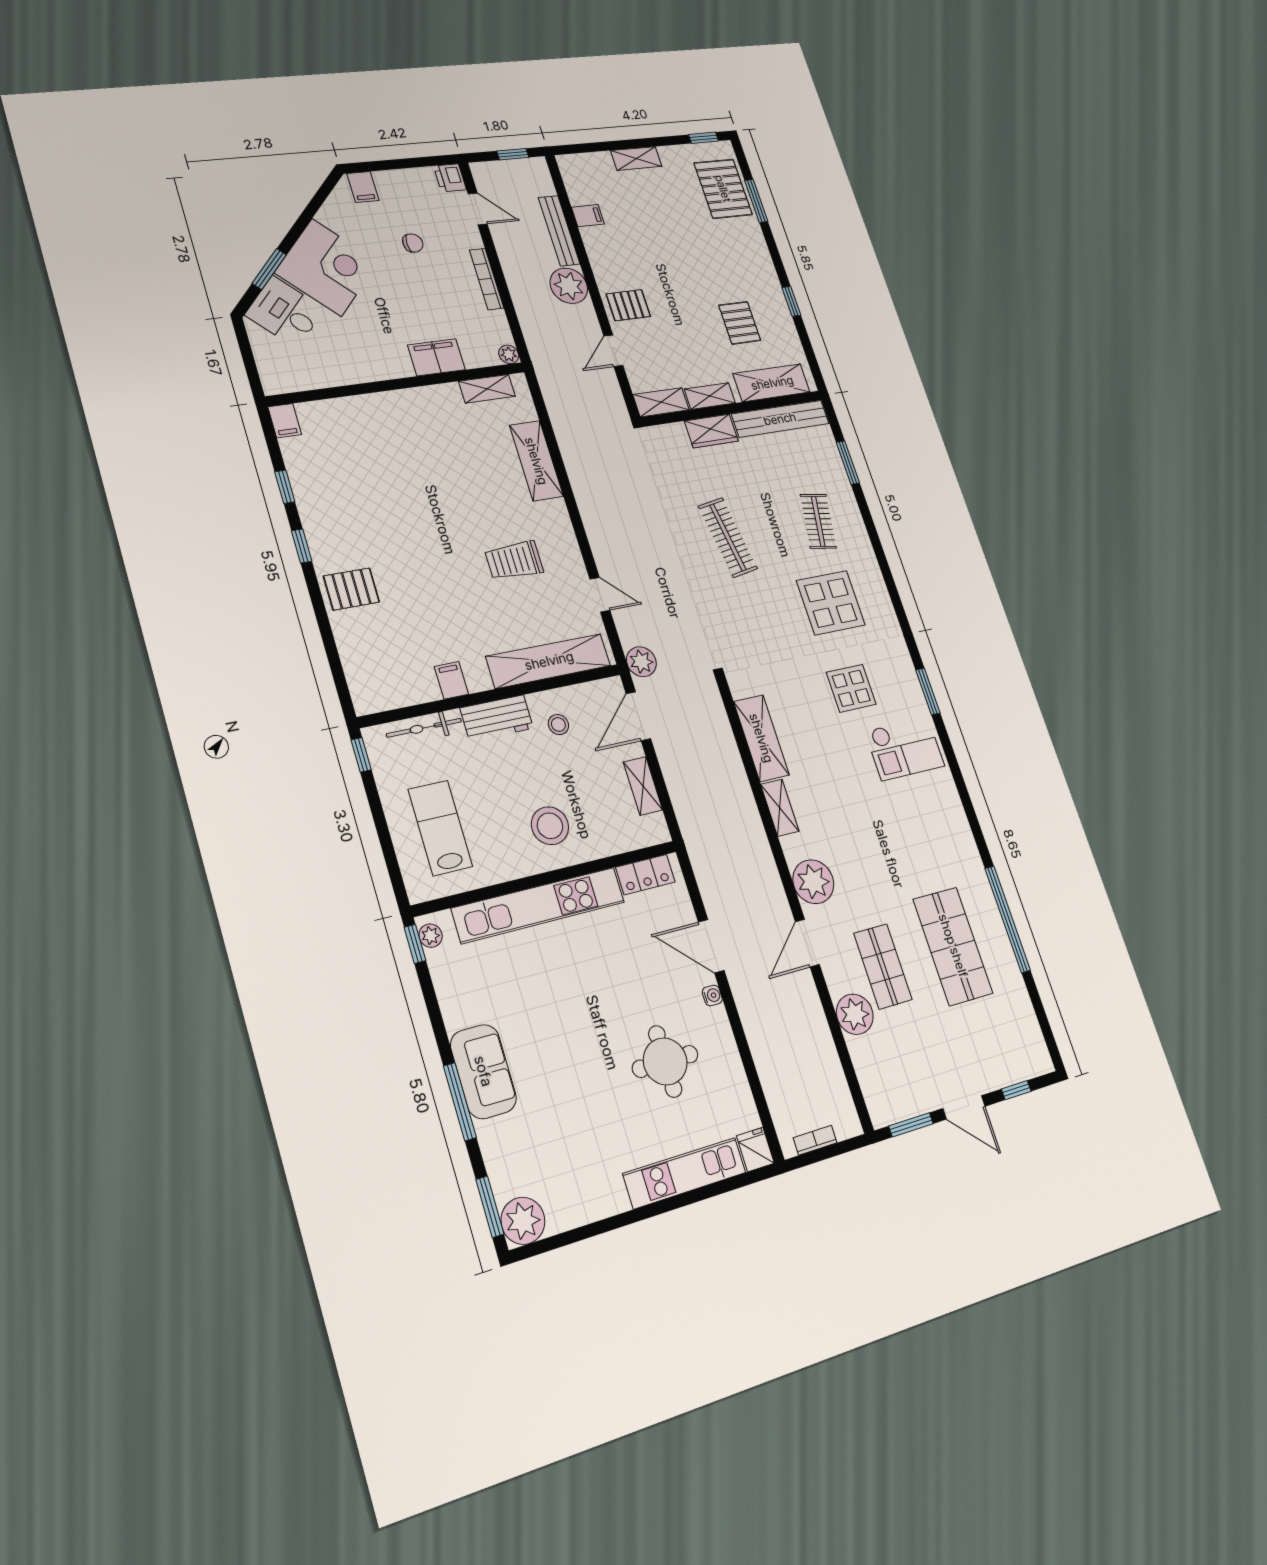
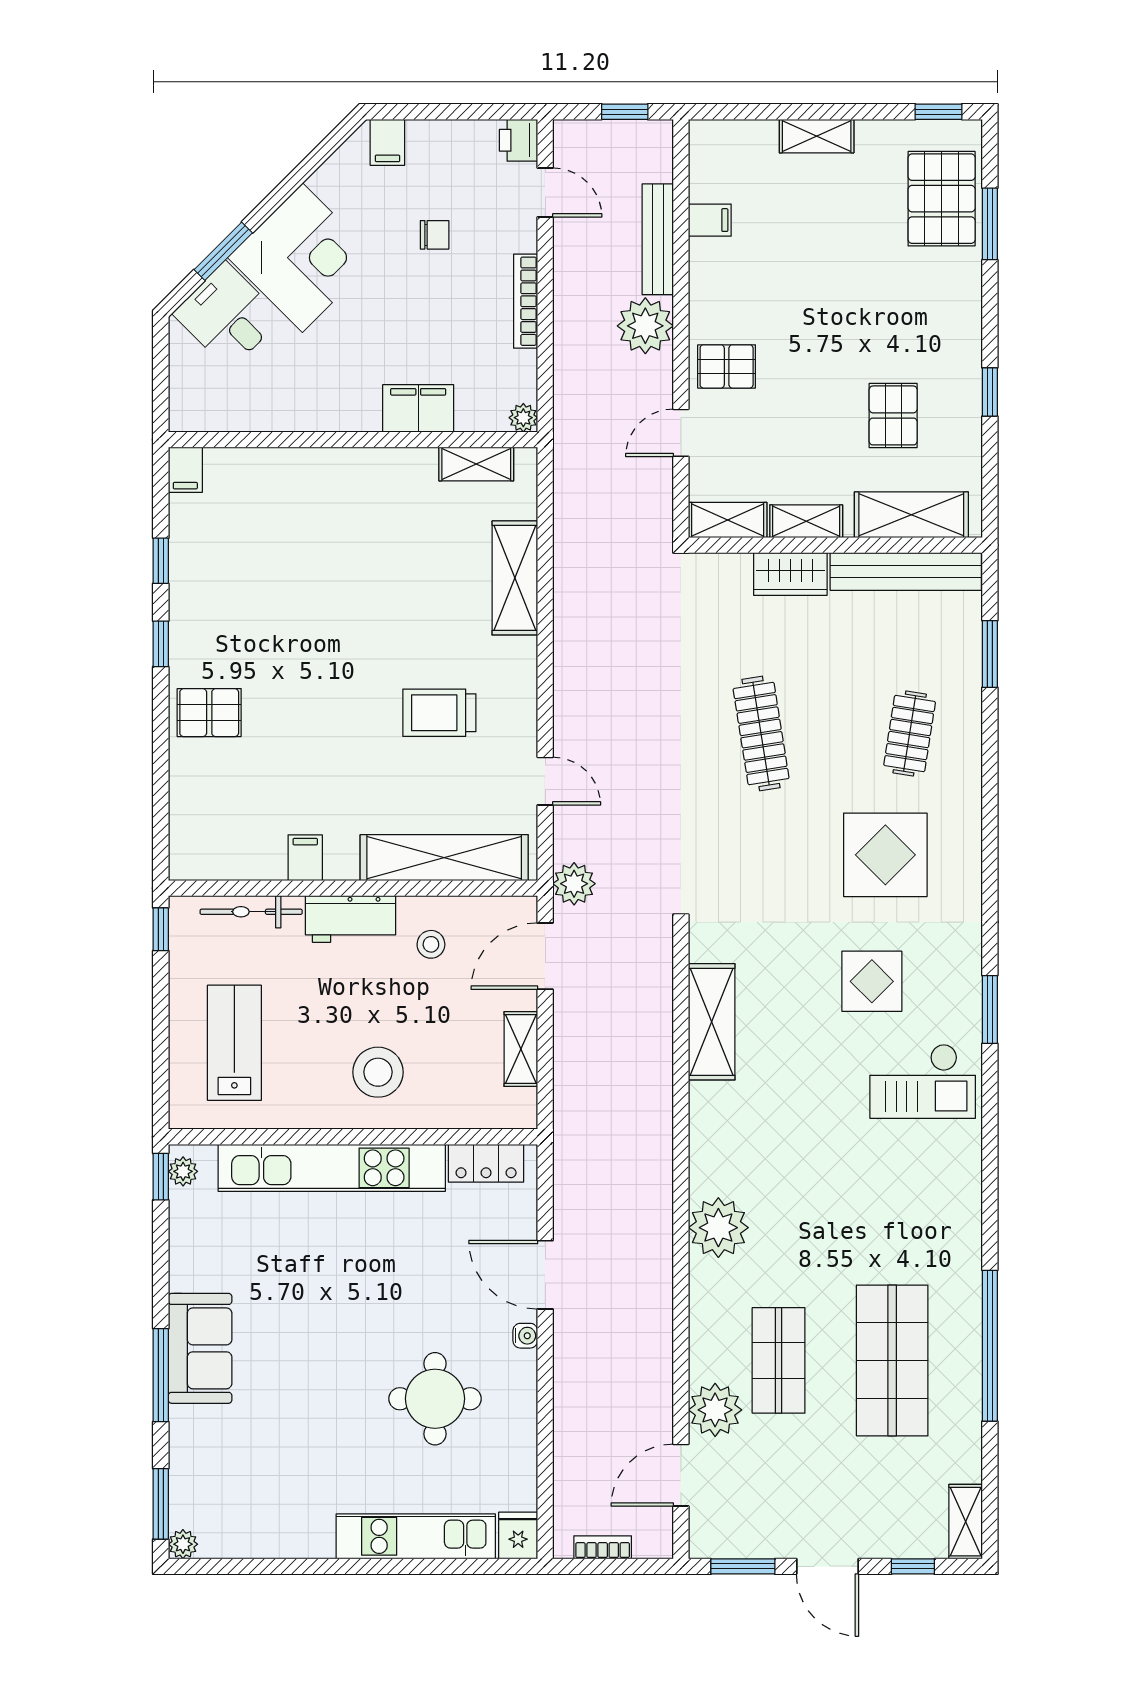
shelving: (780, 808) -> (966, 1522), moved
door: (807, 943) -> (681, 1475), moved
plant: (523, 1221) -> (183, 1544), width x0.53, depth x0.53

